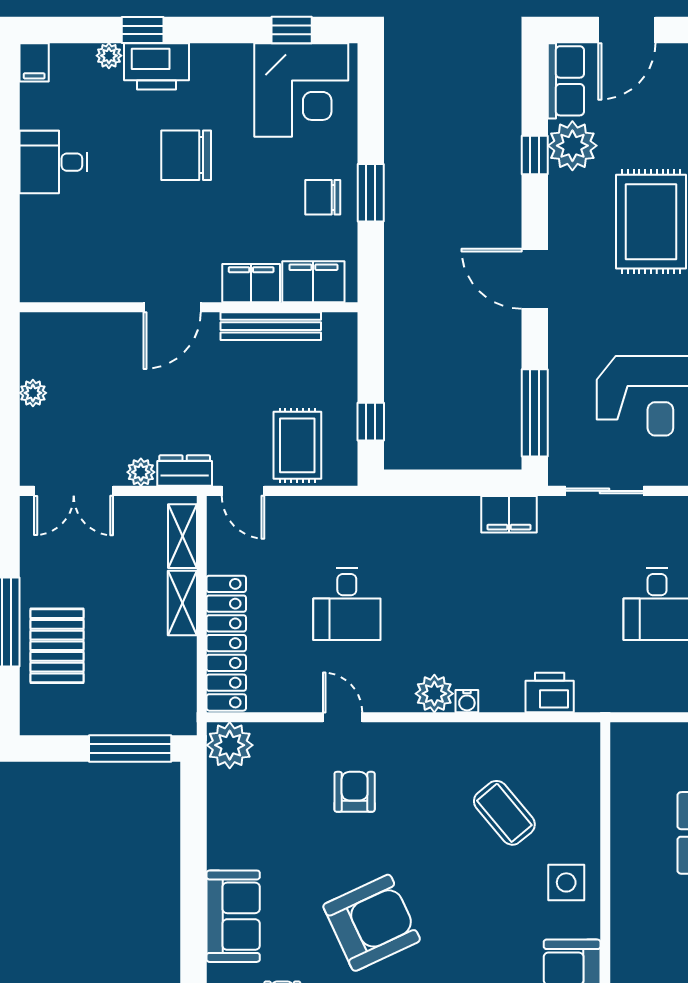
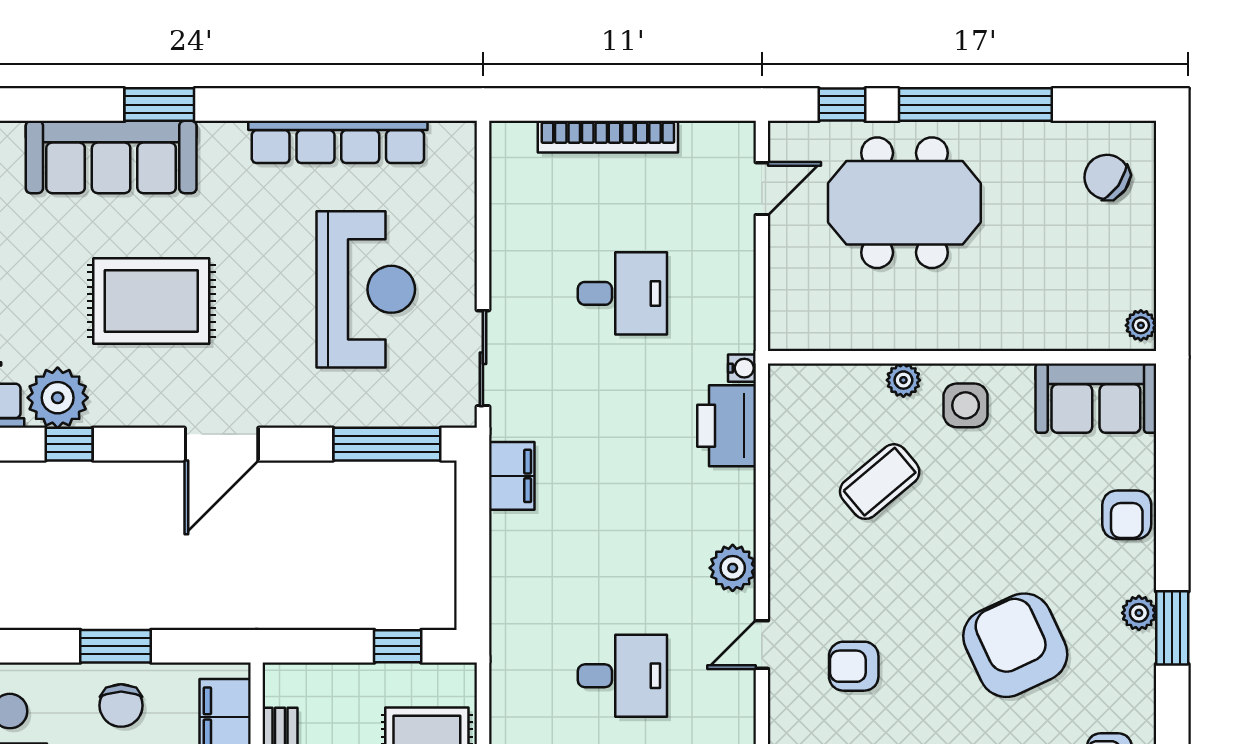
printer: (550, 692) -> (727, 426), width x1.37, depth x1.19
water cooler: (467, 701) -> (742, 368), moved
door: (343, 717) -> (762, 645), moved
plant: (587, 832) -> (903, 380), added

